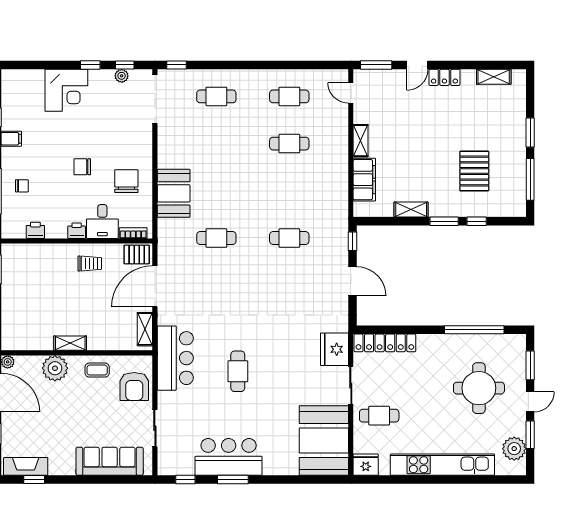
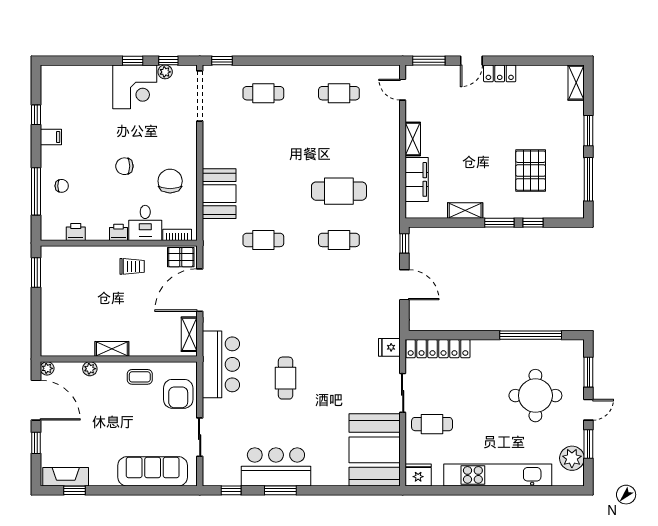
shelving: (494, 77) -> (576, 83), moved, turned 90
corner desk: (66, 90) -> (135, 87), moved
cafe table: (289, 144) -> (339, 191), moved, width x1.37, depth x1.35
fridge: (334, 349) -> (389, 347), width x0.53, depth x0.75
plant: (55, 368) -> (90, 369), width x0.53, depth x0.53

